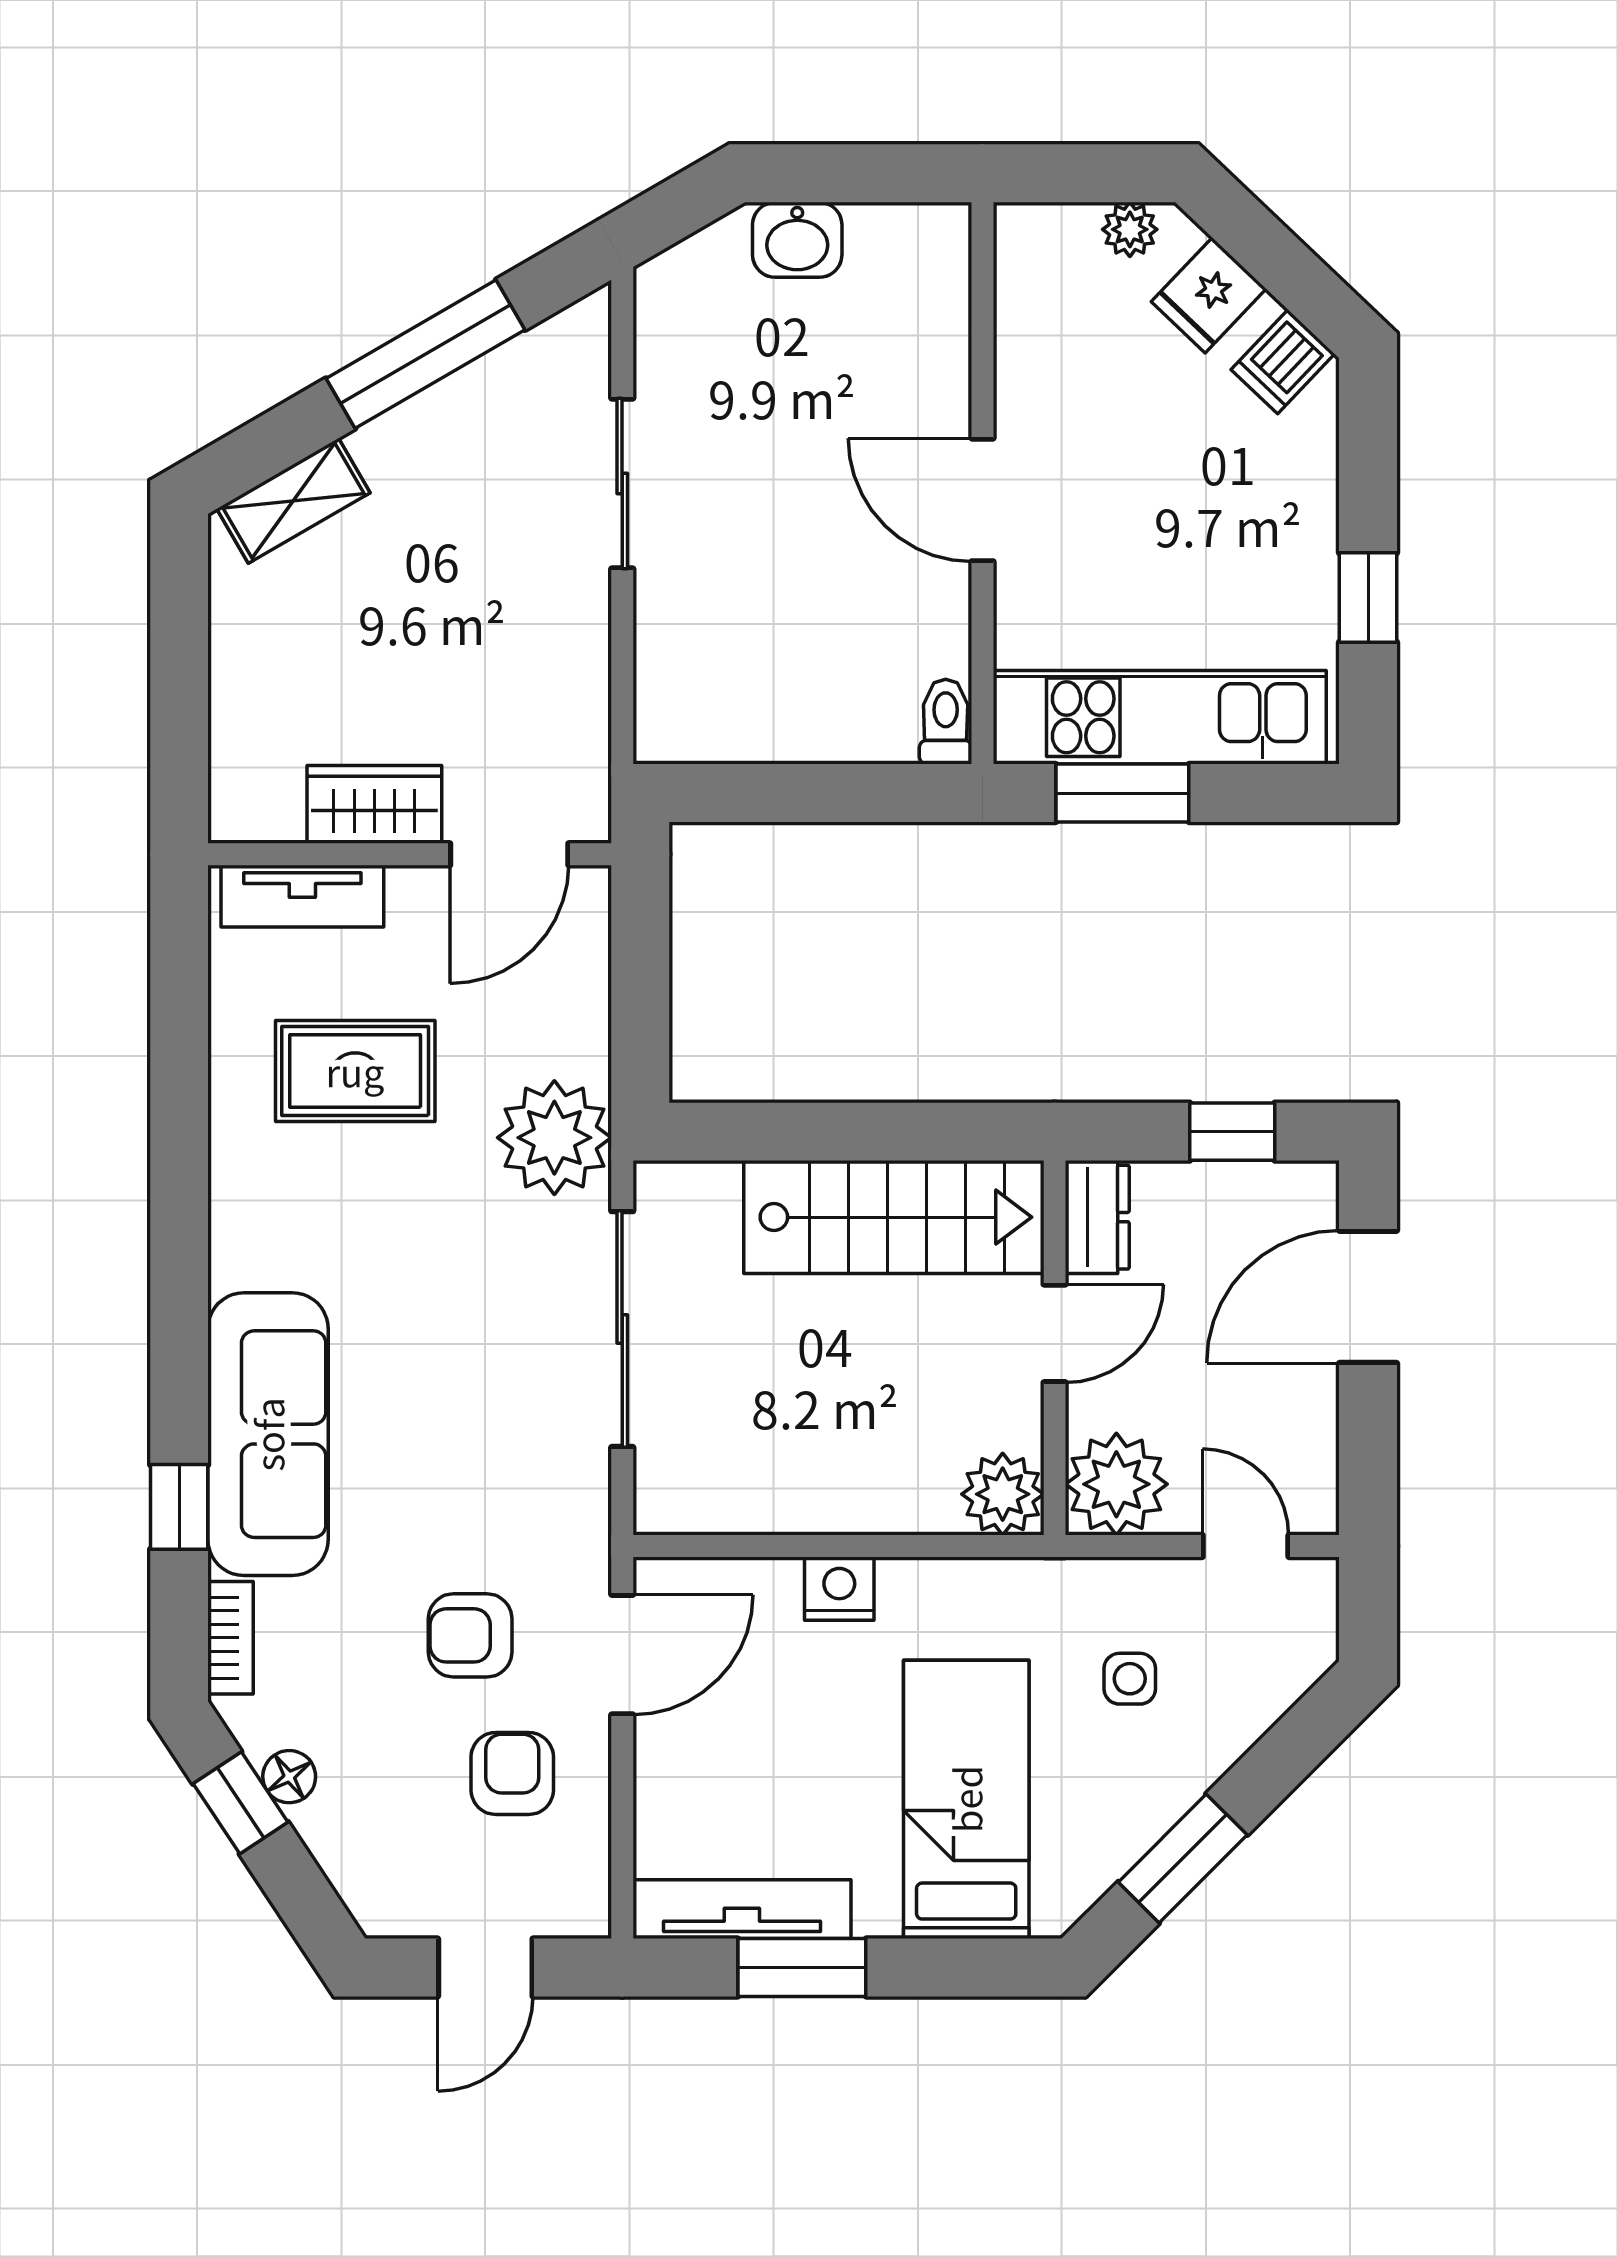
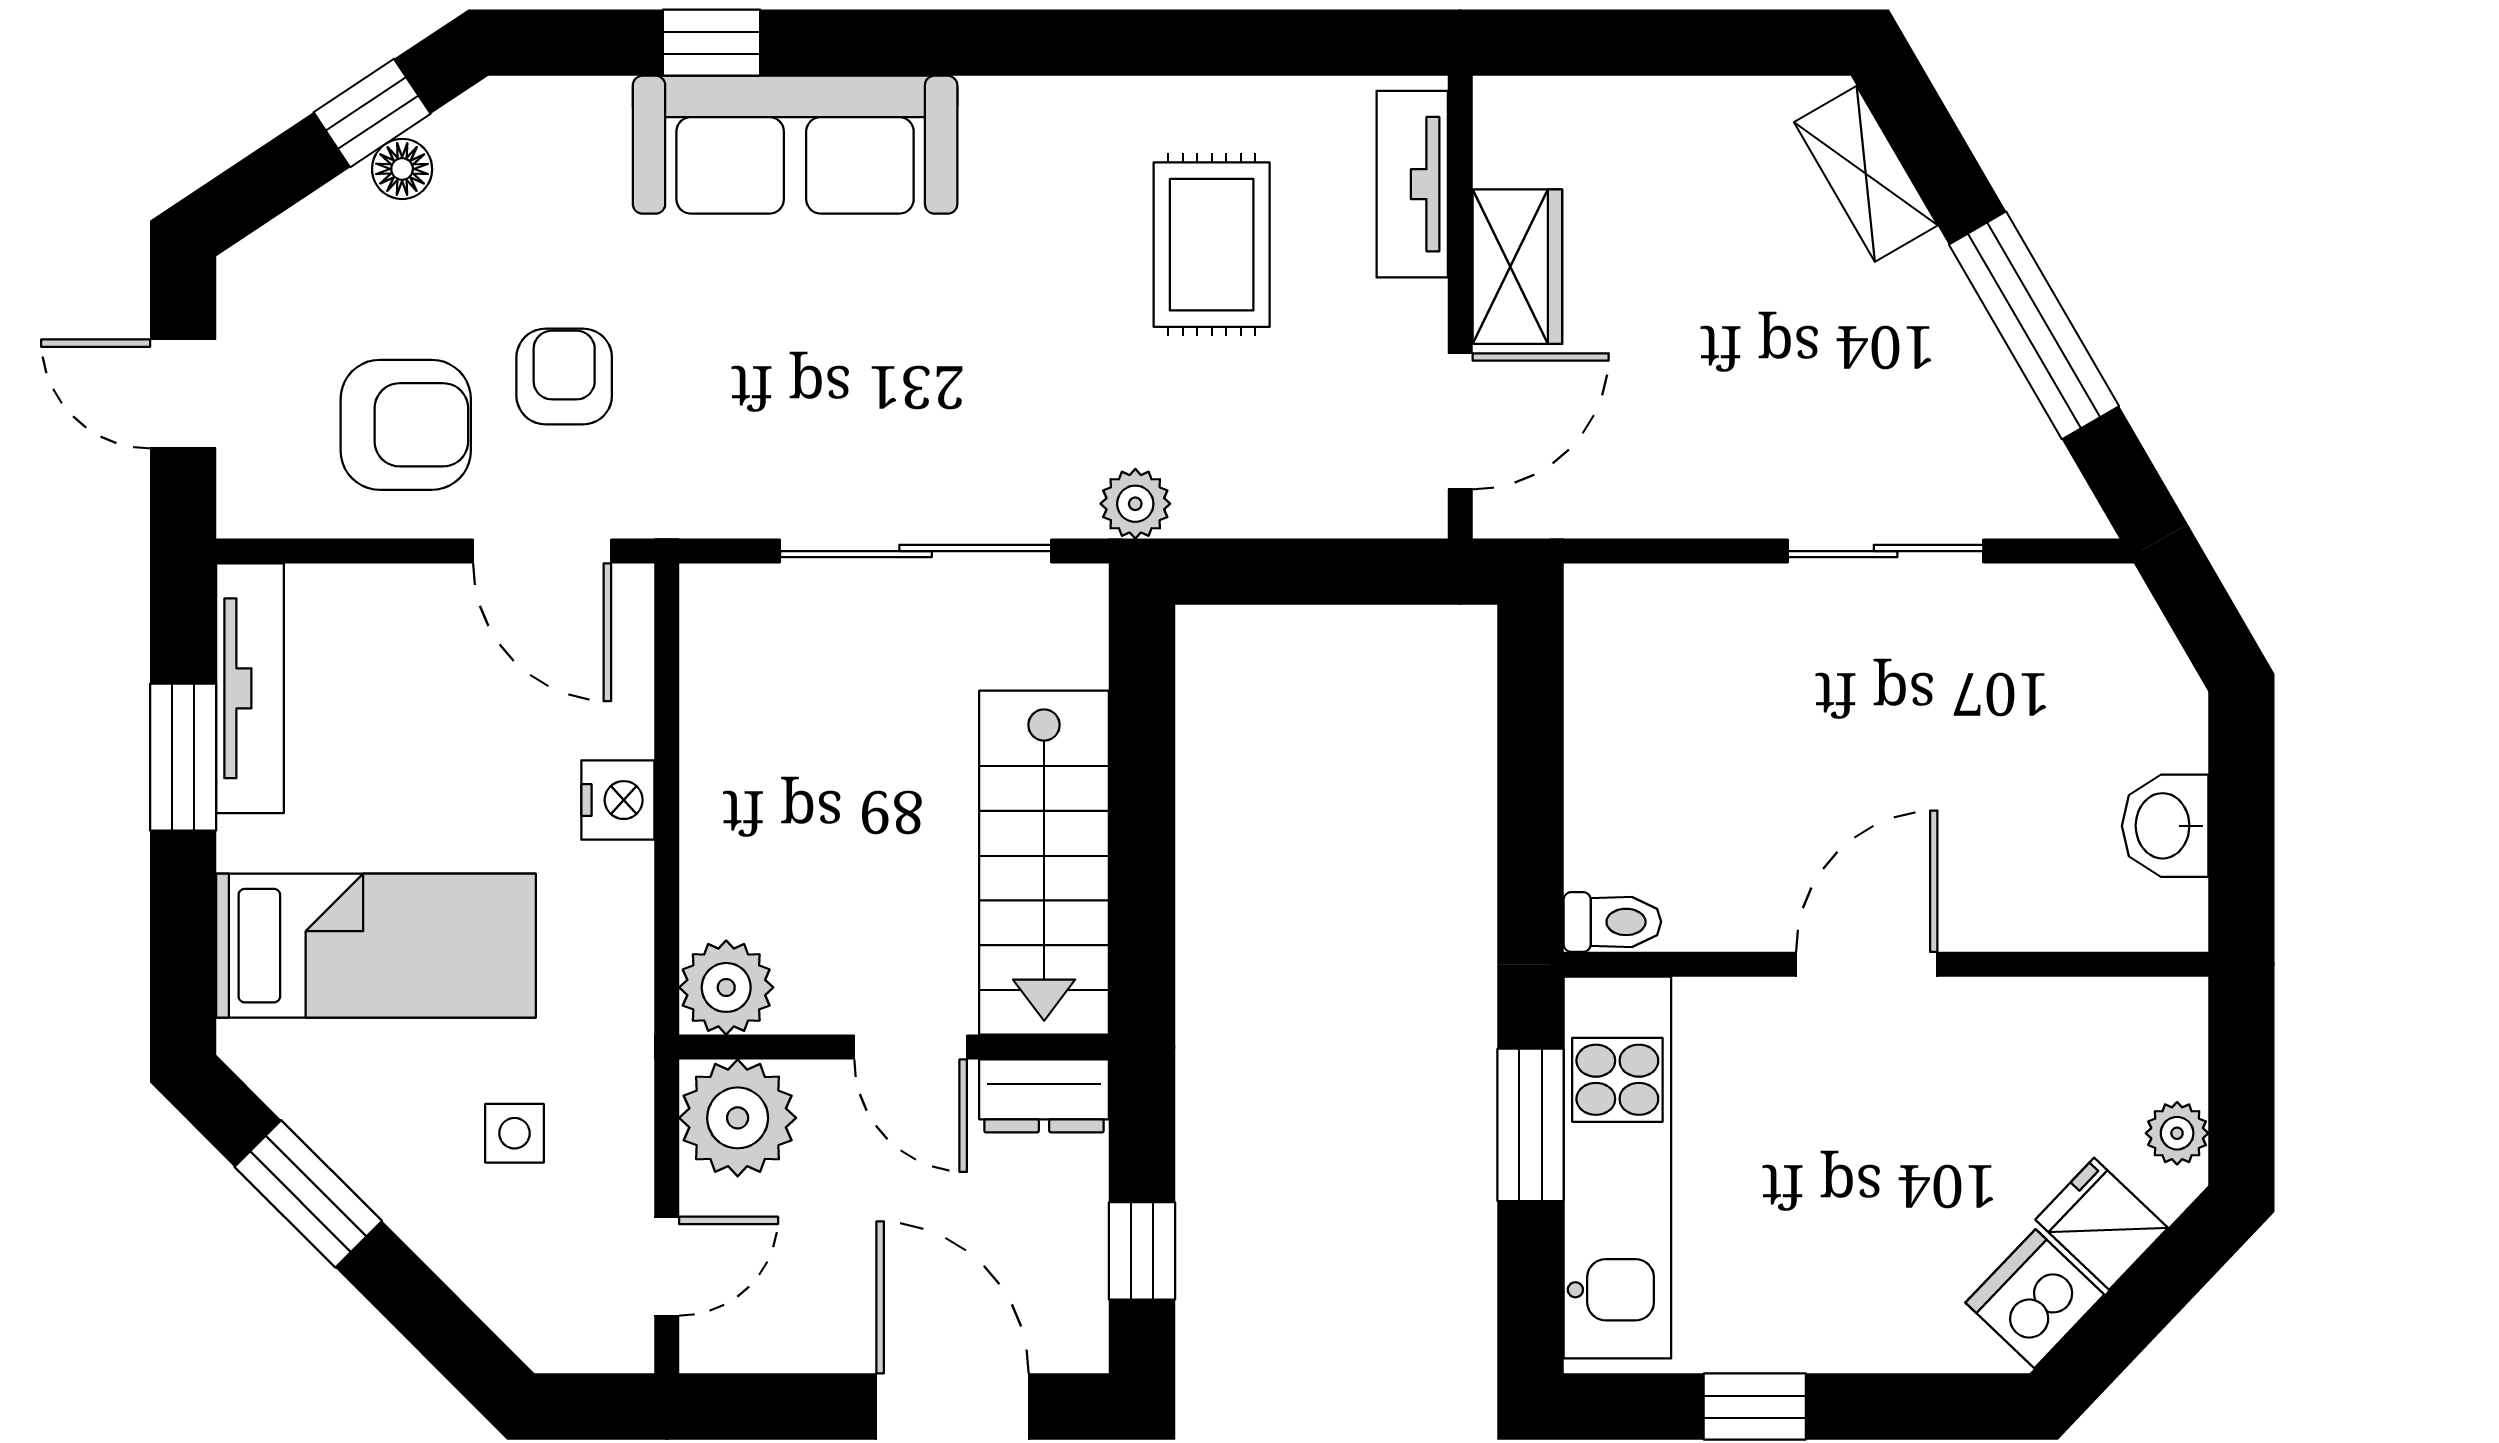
washbasin: (797, 240) -> (2165, 826), moved
dishwasher: (1283, 362) -> (2035, 1299), width x1.38
door: (509, 854) -> (1460, 421), swing flipped
plant: (554, 1138) -> (1135, 504), width x0.53, depth x0.53
bookcase: (230, 1638) -> (562, 102), removed
armchair: (512, 1773) -> (406, 425), width x1.38, depth x1.38

